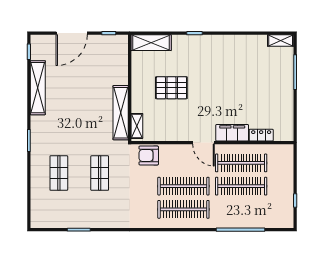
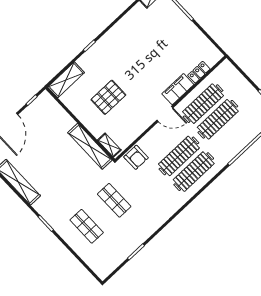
armchair: (149, 155) -> (136, 157), turned -90

